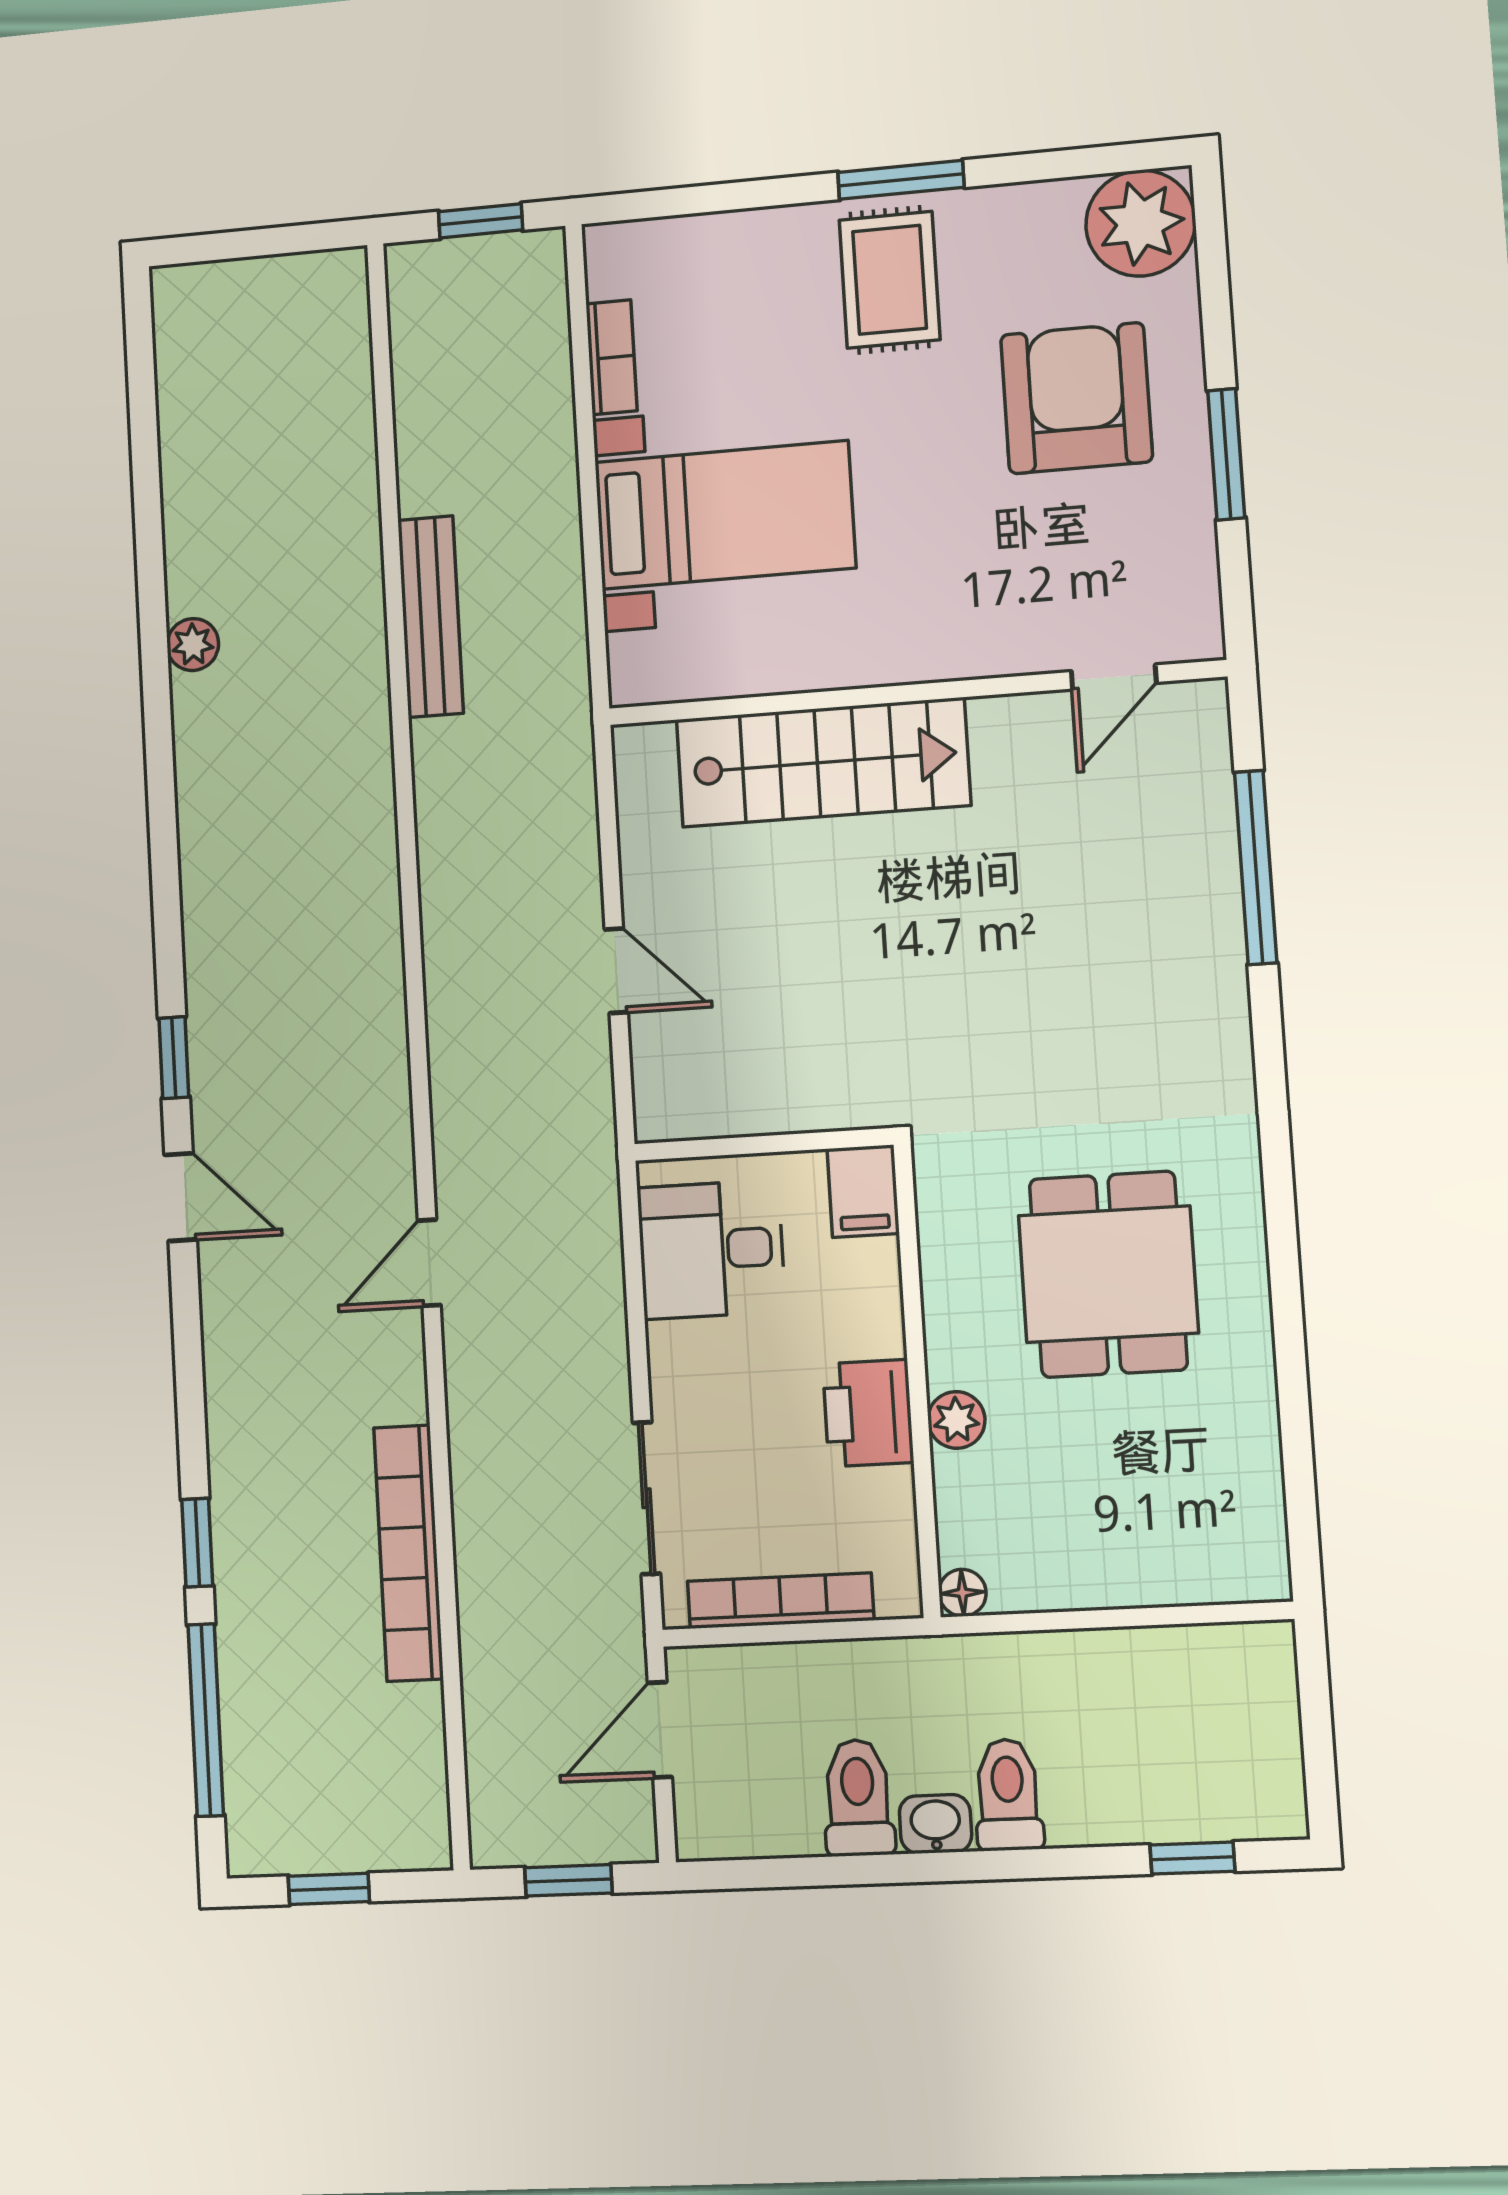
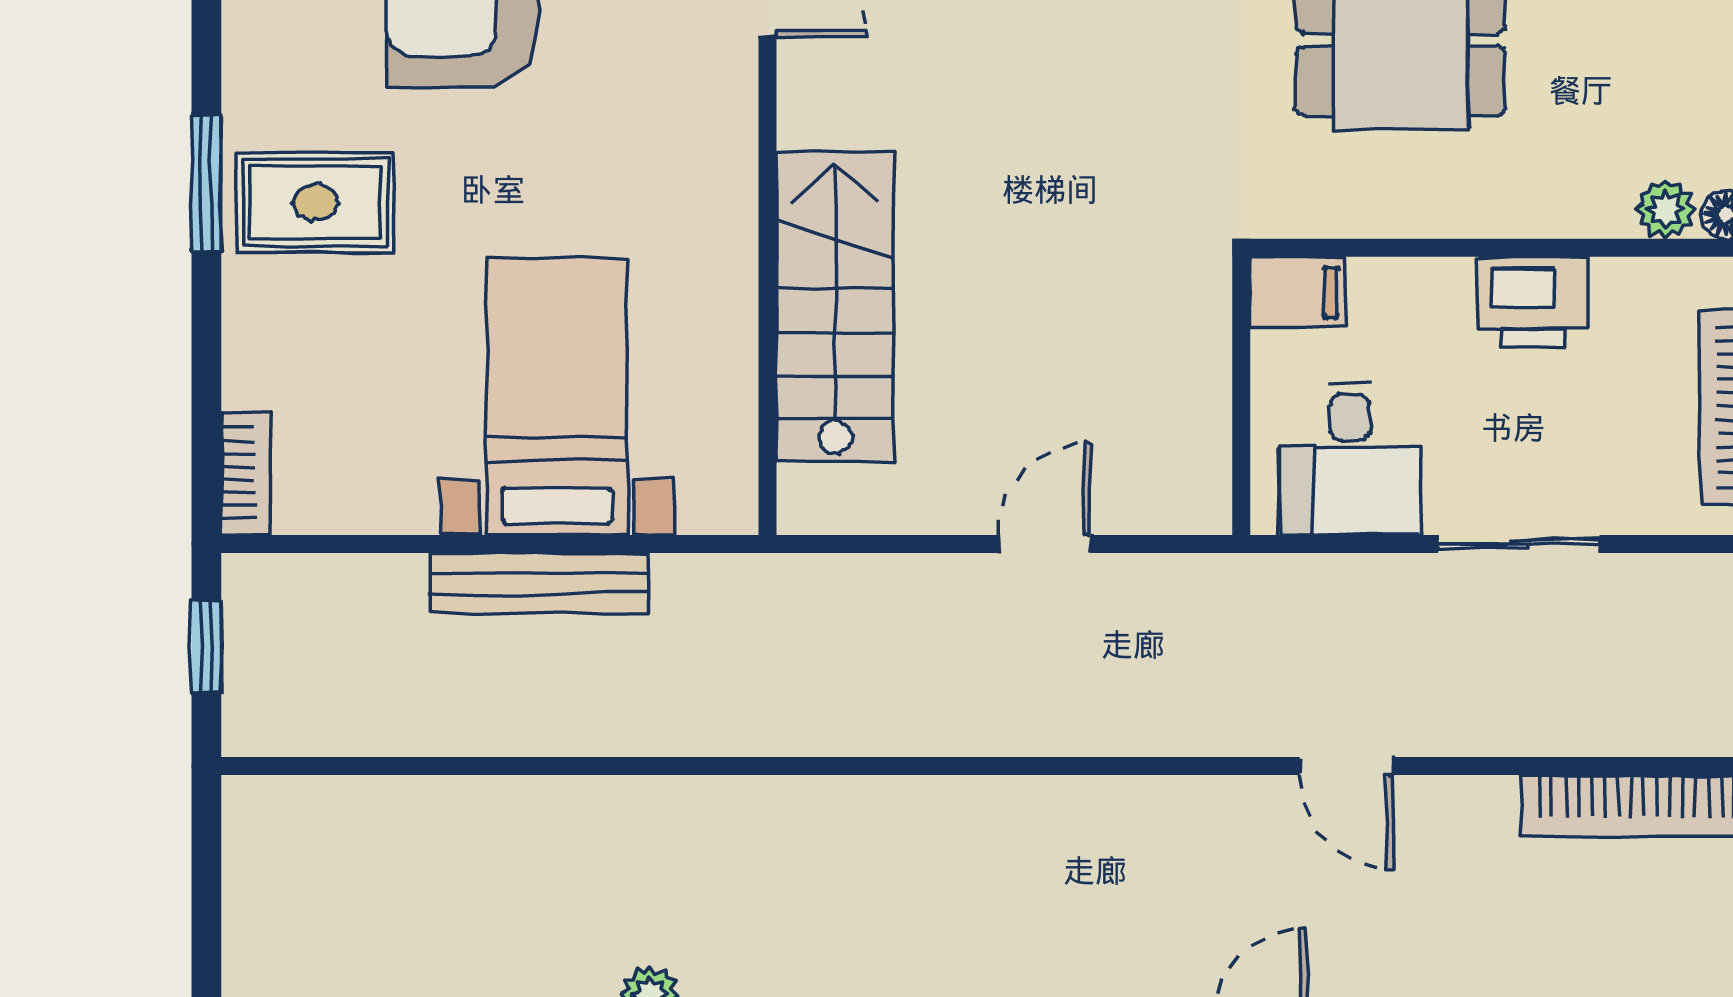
bookcase: (612, 357) -> (246, 473), moved, turned 90
bench: (431, 617) -> (539, 584), moved
plant: (956, 1420) -> (1665, 209), moved
sliding door: (647, 1498) -> (1519, 544), moved

